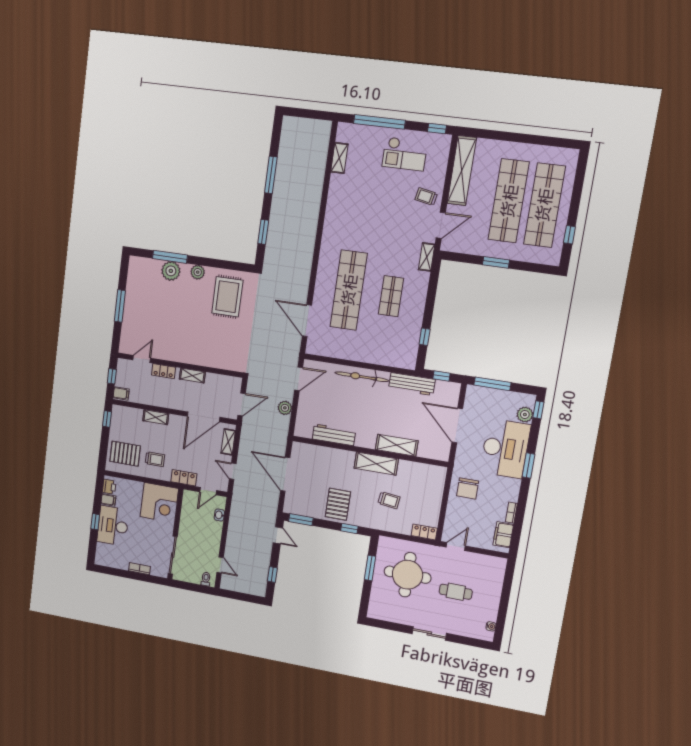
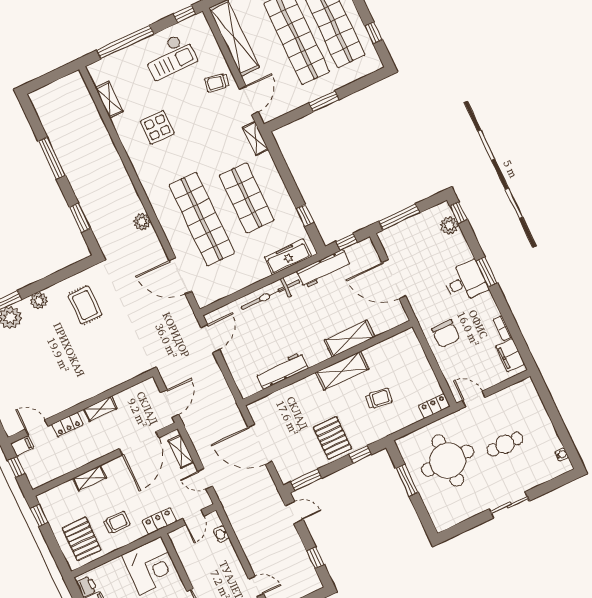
display table: (361, 202) -> (157, 127), added
shop shelf: (391, 296) -> (247, 198), width x1.43, depth x1.36
rug: (227, 297) -> (85, 305), width x0.73, depth x0.70
freezer: (392, 358) -> (288, 257), added
door: (142, 359) -> (37, 428), hinge flipped
filing cabinet: (121, 393) -> (22, 446), moved
plant: (285, 408) -> (142, 222), moved
desk: (505, 449) -> (465, 282), width x0.53, depth x0.77
pallet: (125, 454) -> (82, 539), turned 90
door: (456, 546) -> (474, 399), hinge flipped

